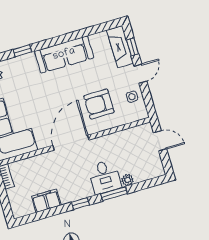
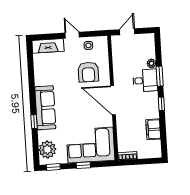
window: (132, 47) -> (50, 36), removed
sofa: (64, 54) -> (45, 108), moved

